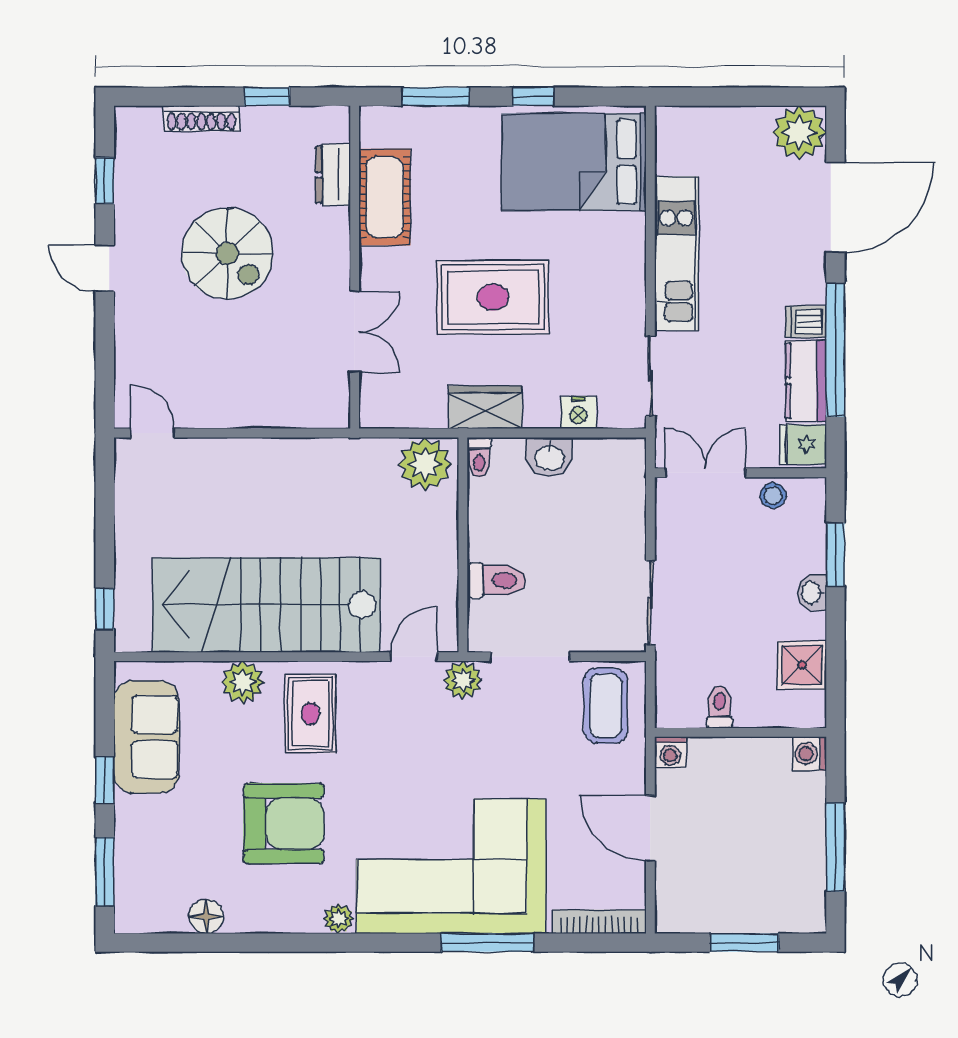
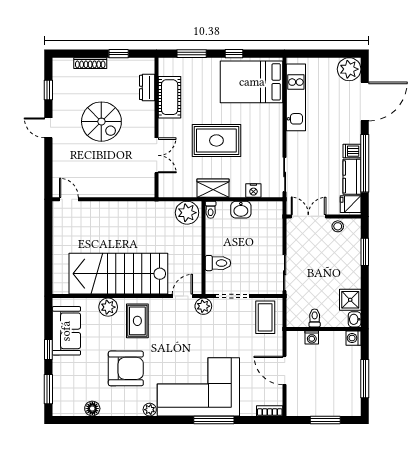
kitchen unit: (676, 253) -> (296, 97), moved
washbasin: (812, 593) -> (355, 319), moved
window: (105, 609) -> (48, 276), removed
washing machine: (670, 752) -> (312, 337), moved
bookcase: (599, 922) -> (270, 411), width x0.64

